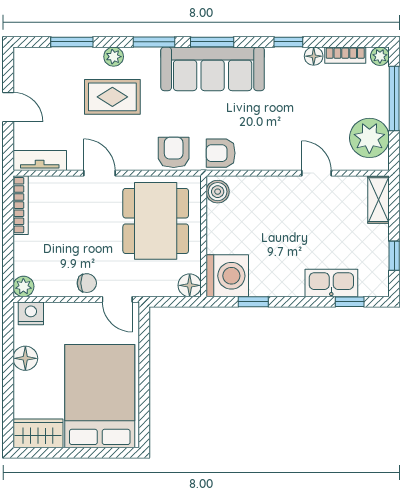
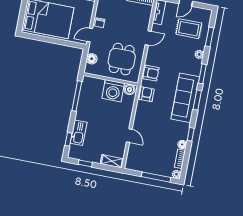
rug: (112, 97) -> (189, 29), moved, turned 90
plant: (369, 138) -> (141, 162), removed
door: (316, 173) -> (129, 136), hinge flipped
dining table: (156, 221) -> (122, 59), width x0.73
washing machine: (227, 276) -> (113, 91), moved
floor lamp: (190, 285) -> (92, 59), moved
window: (253, 302) -> (77, 96), width x2.17

